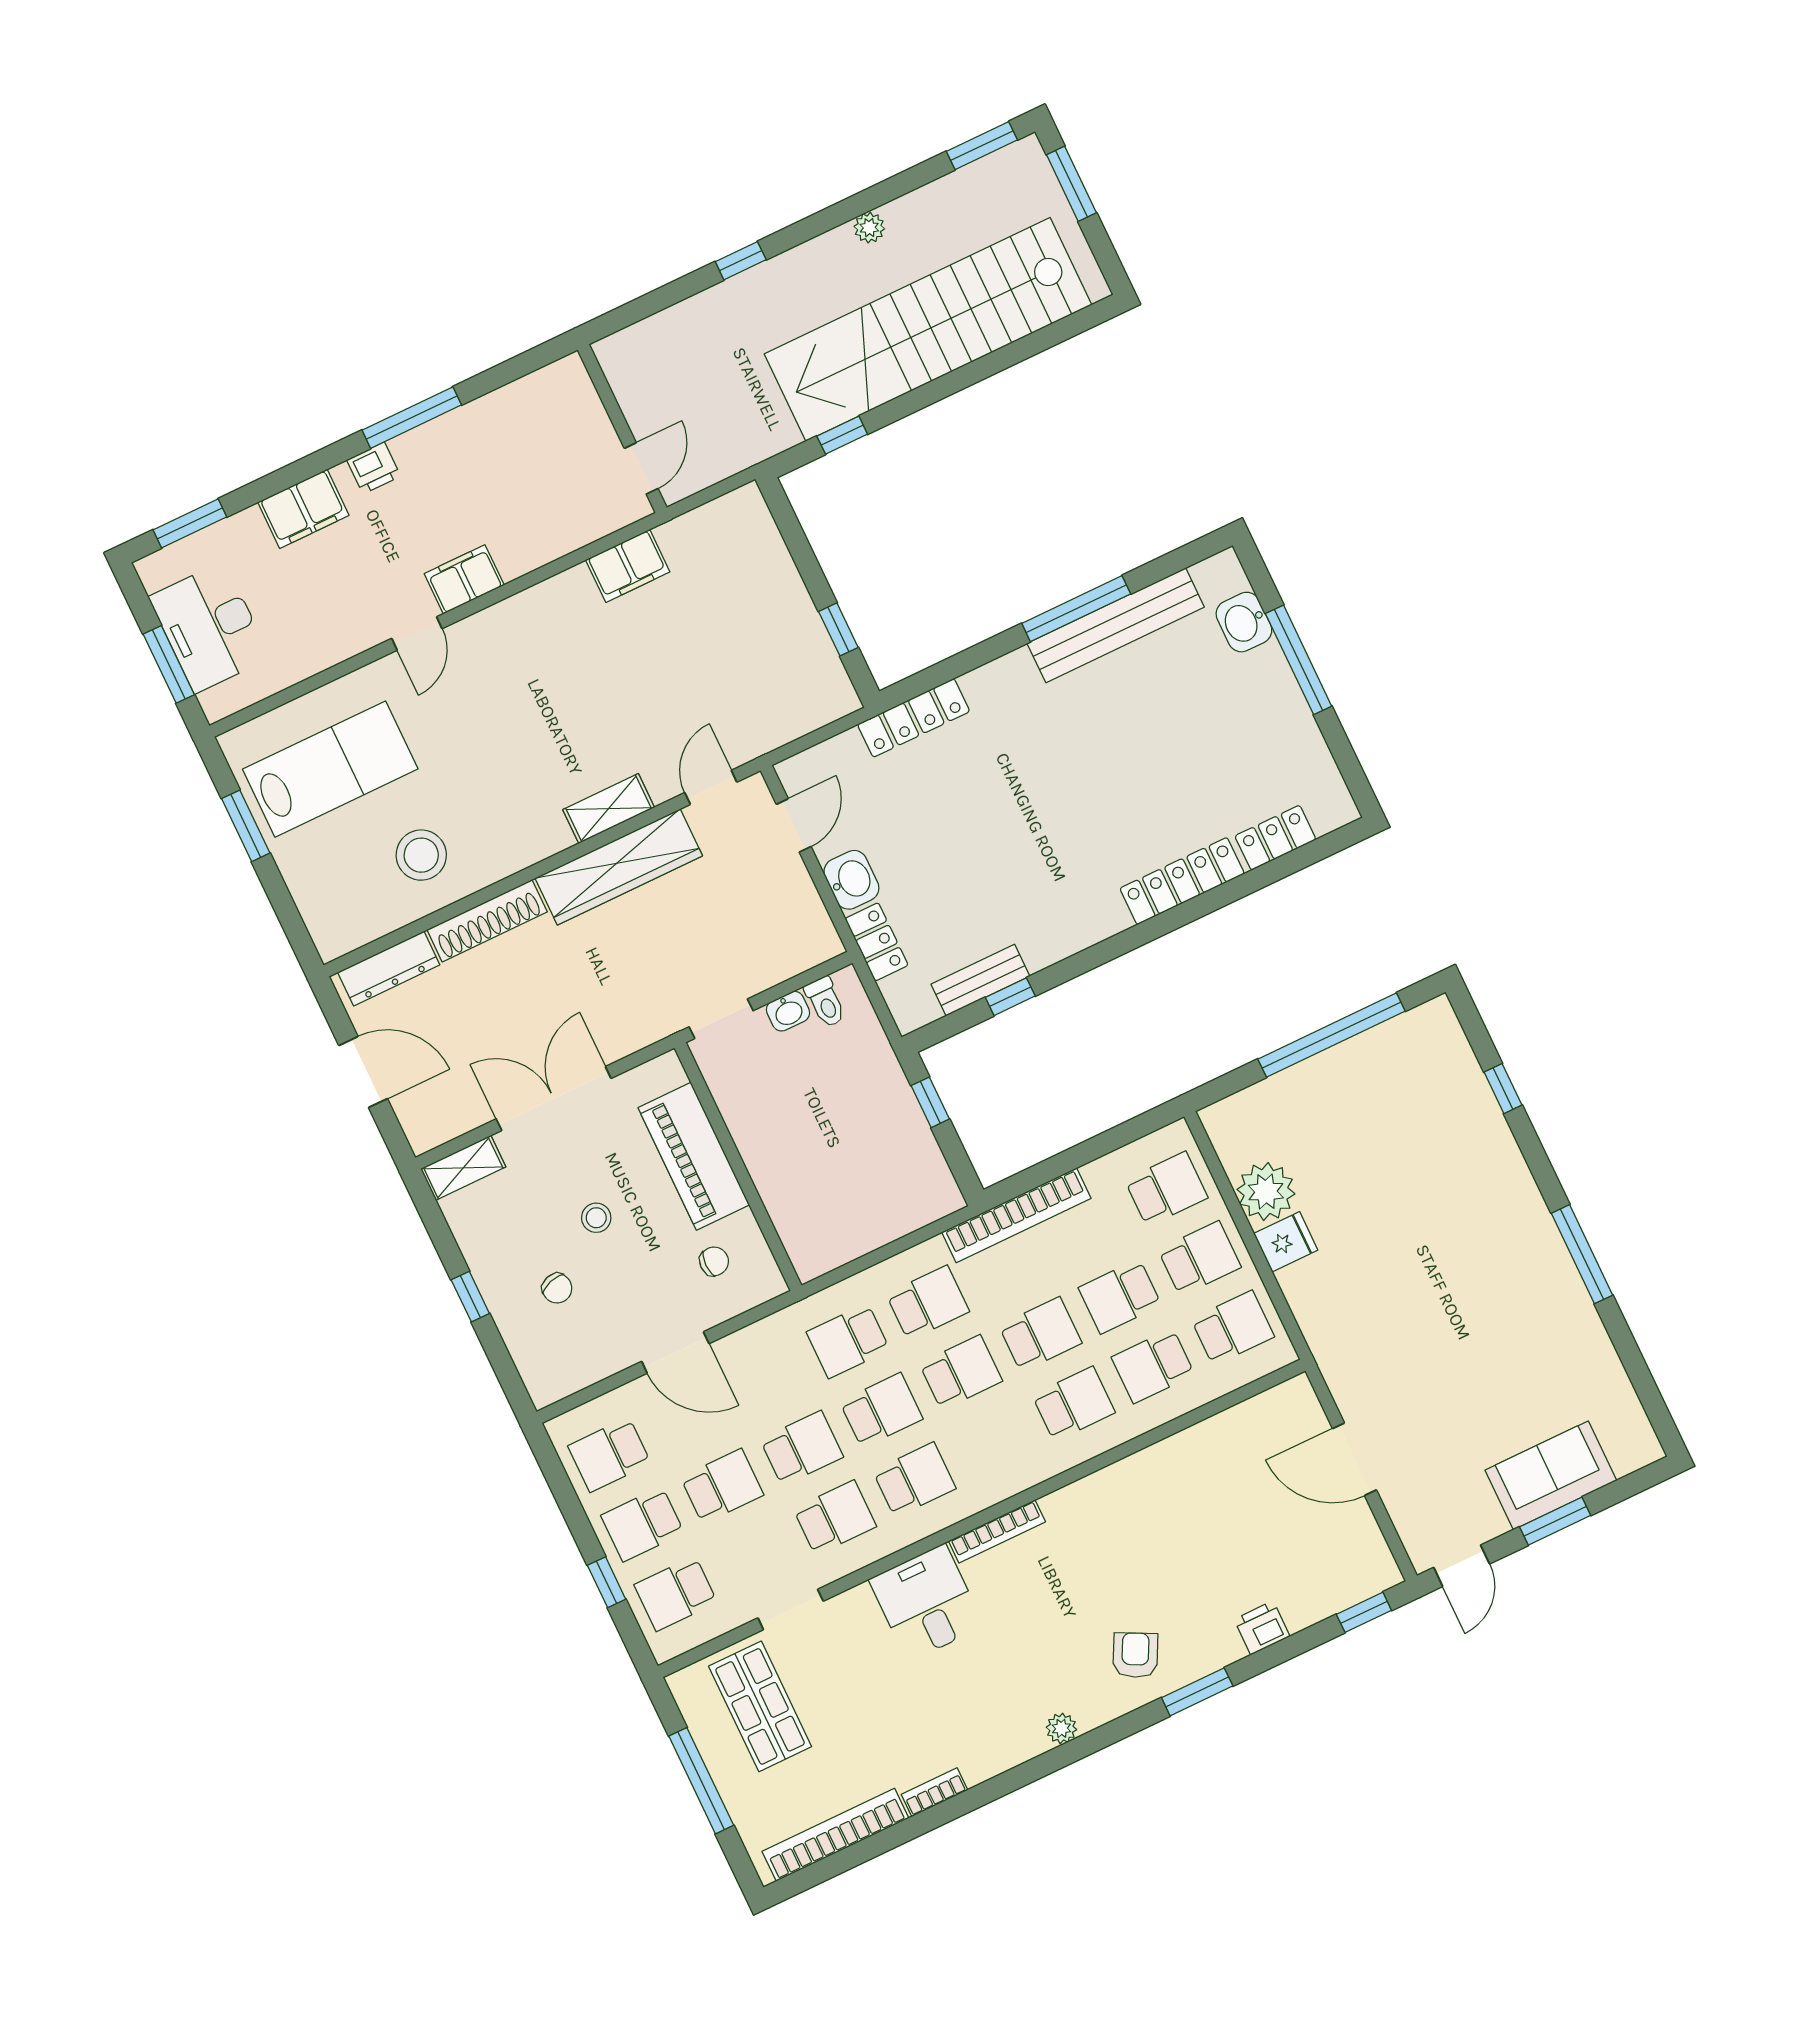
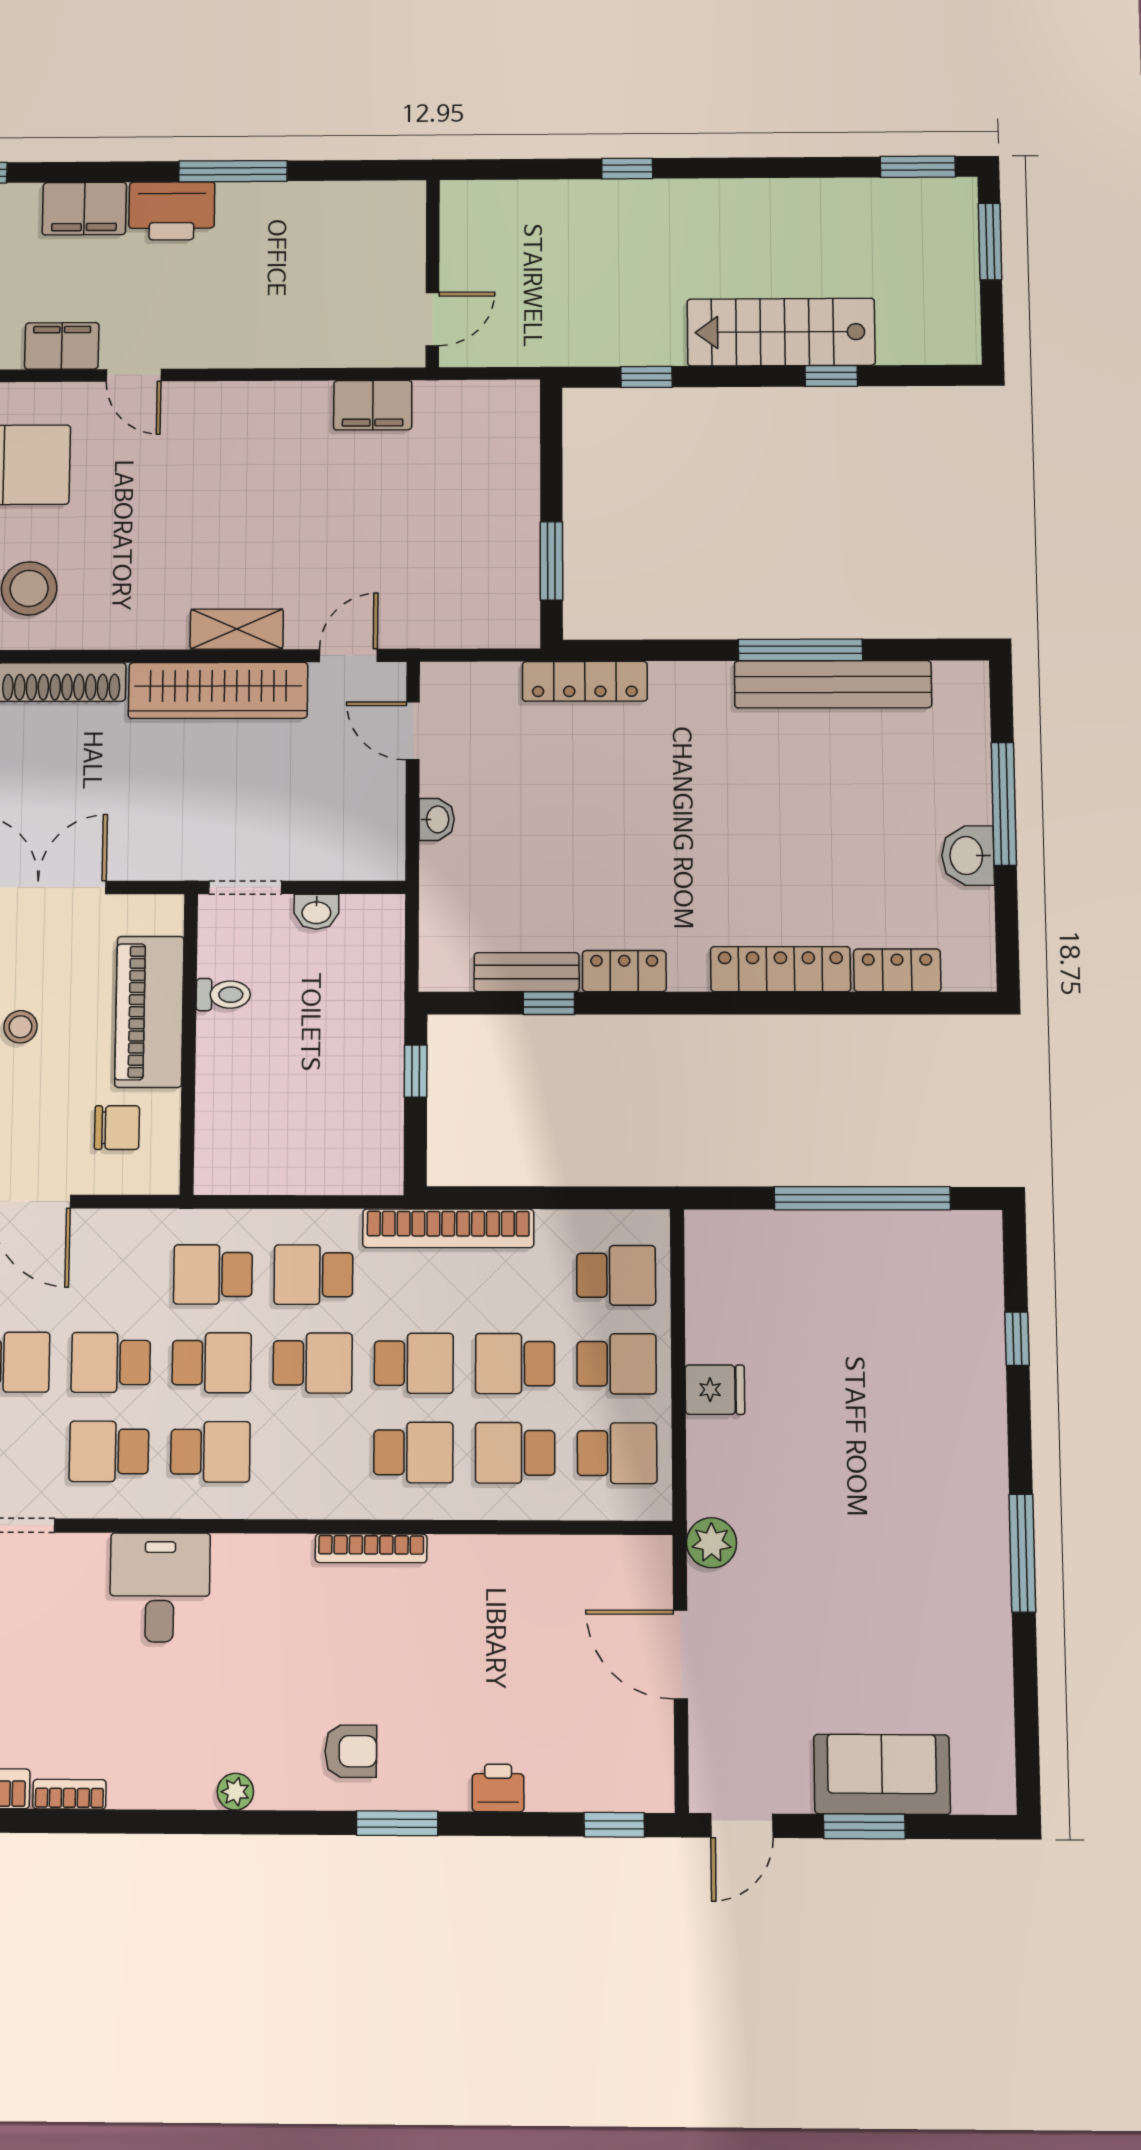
plant: (869, 228) -> (769, 194), removed
stairs: (928, 329) -> (781, 332), width x0.54, depth x0.66
window: (994, 363) -> (831, 376), added
printer: (374, 468) -> (172, 211), width x1.87, depth x1.48
filing cabinet: (464, 579) -> (62, 346), moved
washbasin: (1244, 622) -> (968, 856), moved
window: (838, 629) -> (551, 561), width x1.50
door: (417, 633) -> (134, 375), hinge flipped
door: (794, 825) -> (413, 731), swing flipped
washbasin: (851, 880) -> (437, 819), width x0.72, depth x0.69
locker: (877, 942) -> (624, 971), moved, turned -90
toilet: (825, 1002) -> (223, 995), moved, turned -90
plant: (1266, 1192) -> (712, 1543), moved, width x0.73, depth x0.73
chair: (714, 1261) -> (117, 1128), width x1.37, depth x1.37
school desk: (928, 1303) -> (313, 1275), turned 180
school desk: (802, 1448) -> (111, 1362), turned 180
school desk: (835, 1518) -> (109, 1451), turned 180
bookcase: (997, 1531) -> (371, 1548), moved
armchair: (1135, 1655) -> (351, 1751), turned 63

